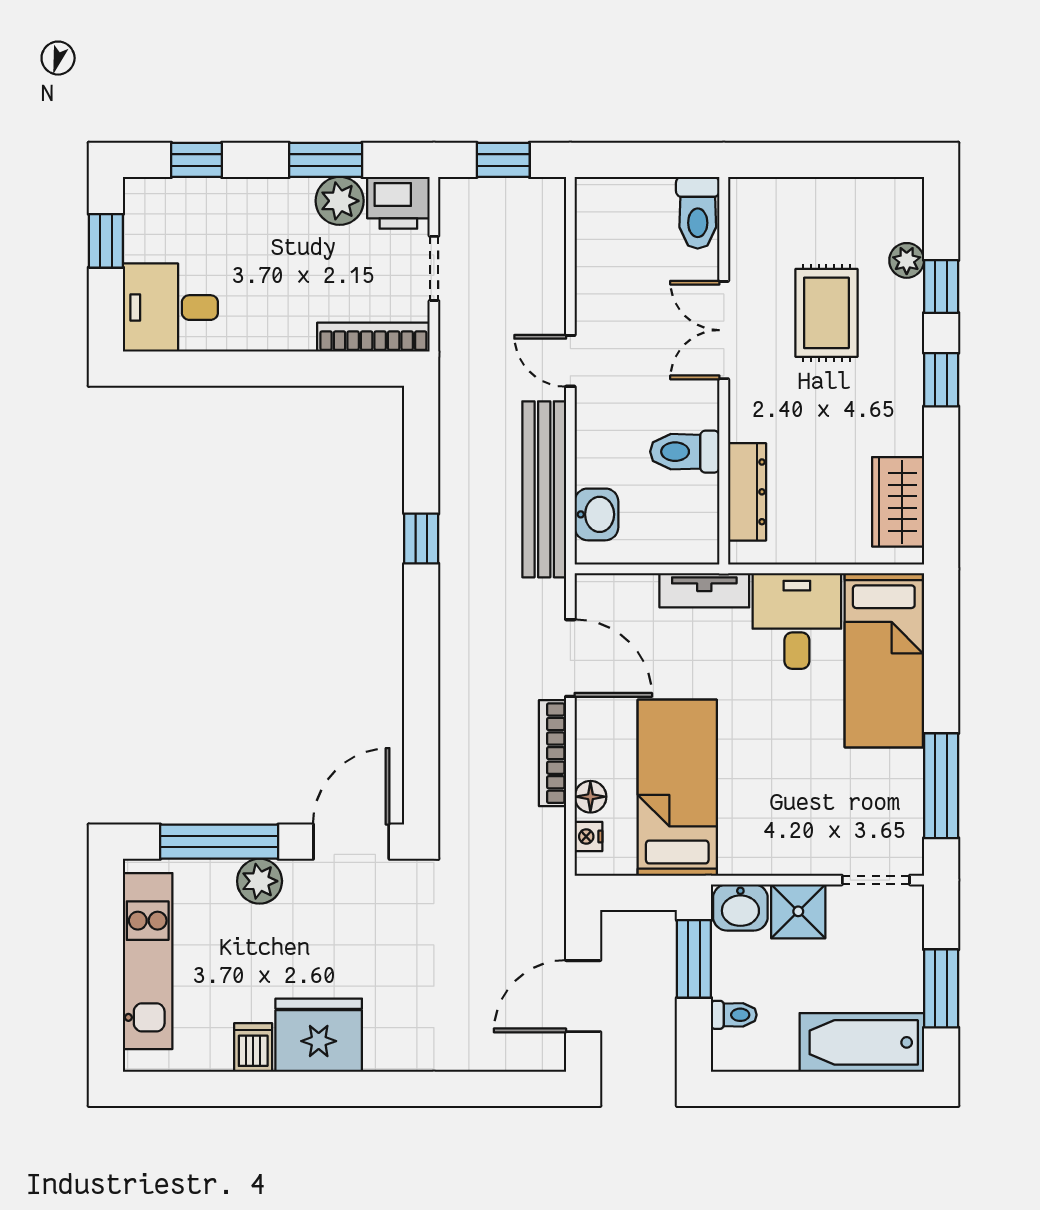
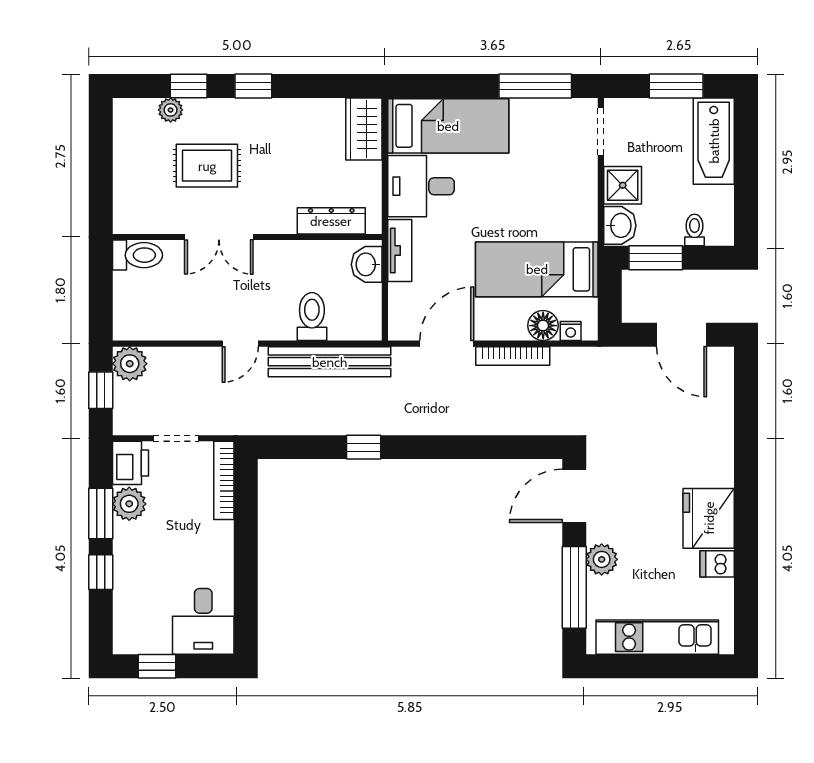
window: (196, 160) -> (101, 572), moved
plant: (541, 202) -> (130, 364), added
toilet: (685, 452) -> (312, 316), moved, turned 180
wardrobe: (898, 502) -> (364, 129), moved, turned 90
washbasin: (596, 514) -> (367, 264), moved, turned -90
floor lamp: (590, 797) -> (543, 326), width x1.37, depth x1.37
door: (351, 842) -> (574, 496), hinge flipped

